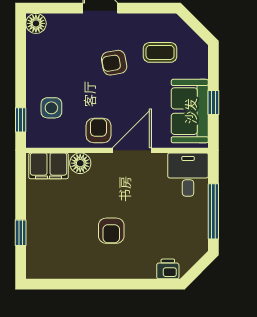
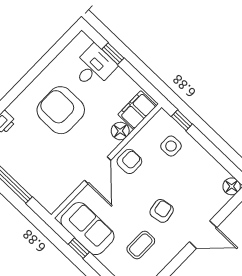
armchair: (98, 131) -> (129, 161), turned -90
desk: (188, 175) -> (94, 67), moved, turned -90
armchair: (111, 231) -> (61, 110), width x1.88, depth x1.88

